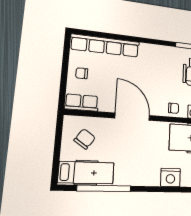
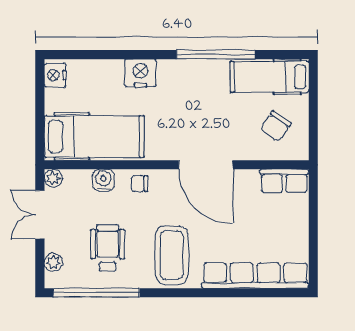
coffee table: (156, 64) -> (172, 255), added
chair: (82, 73) -> (288, 227), removed
window: (104, 188) -> (216, 55), moved

